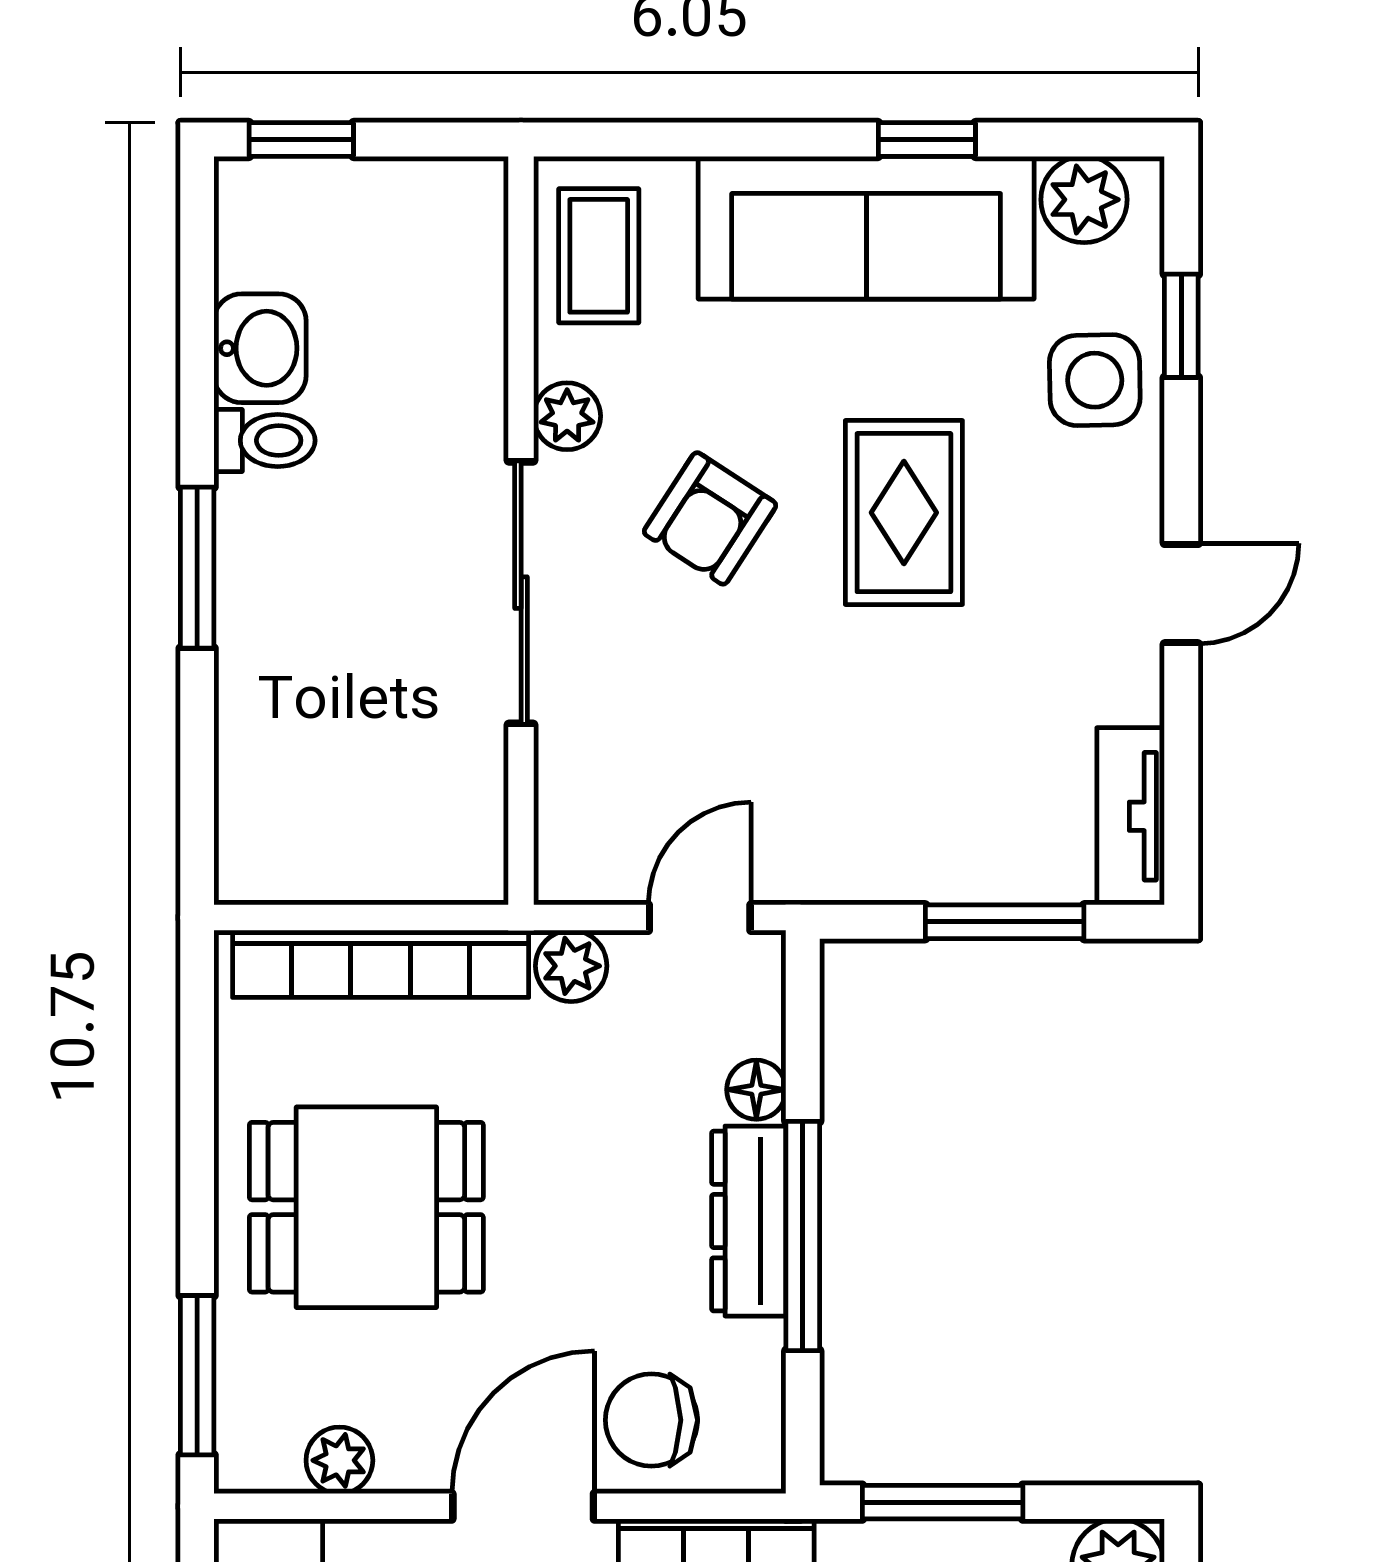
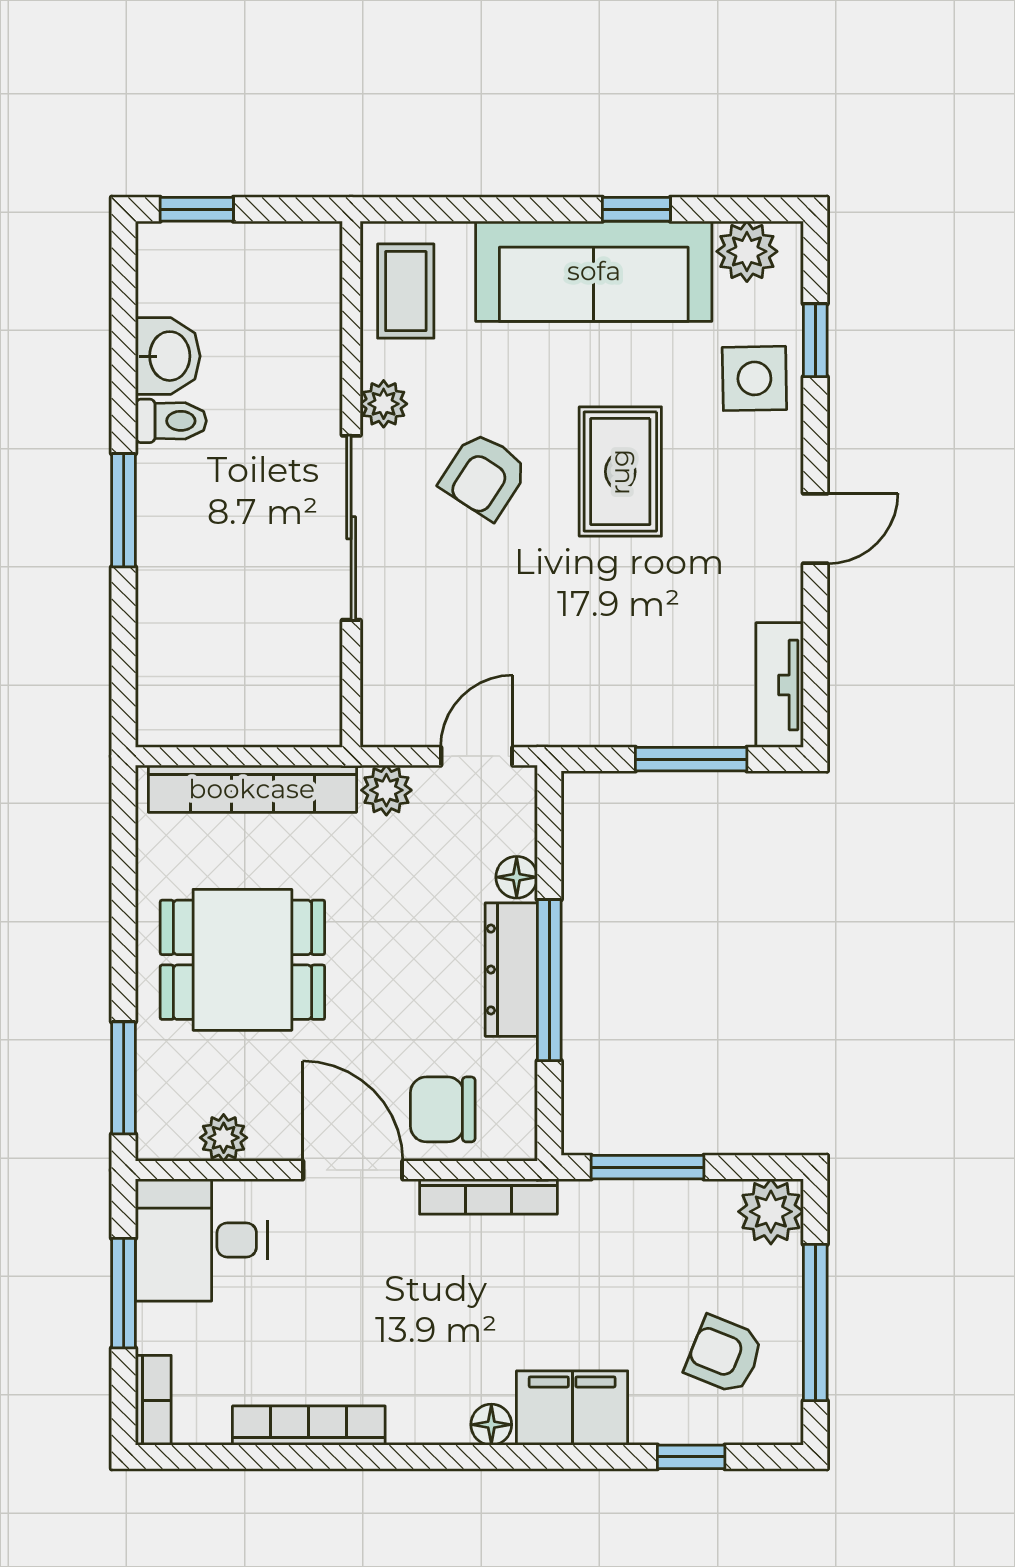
door: (523, 1506) -> (353, 1170), hinge flipped

